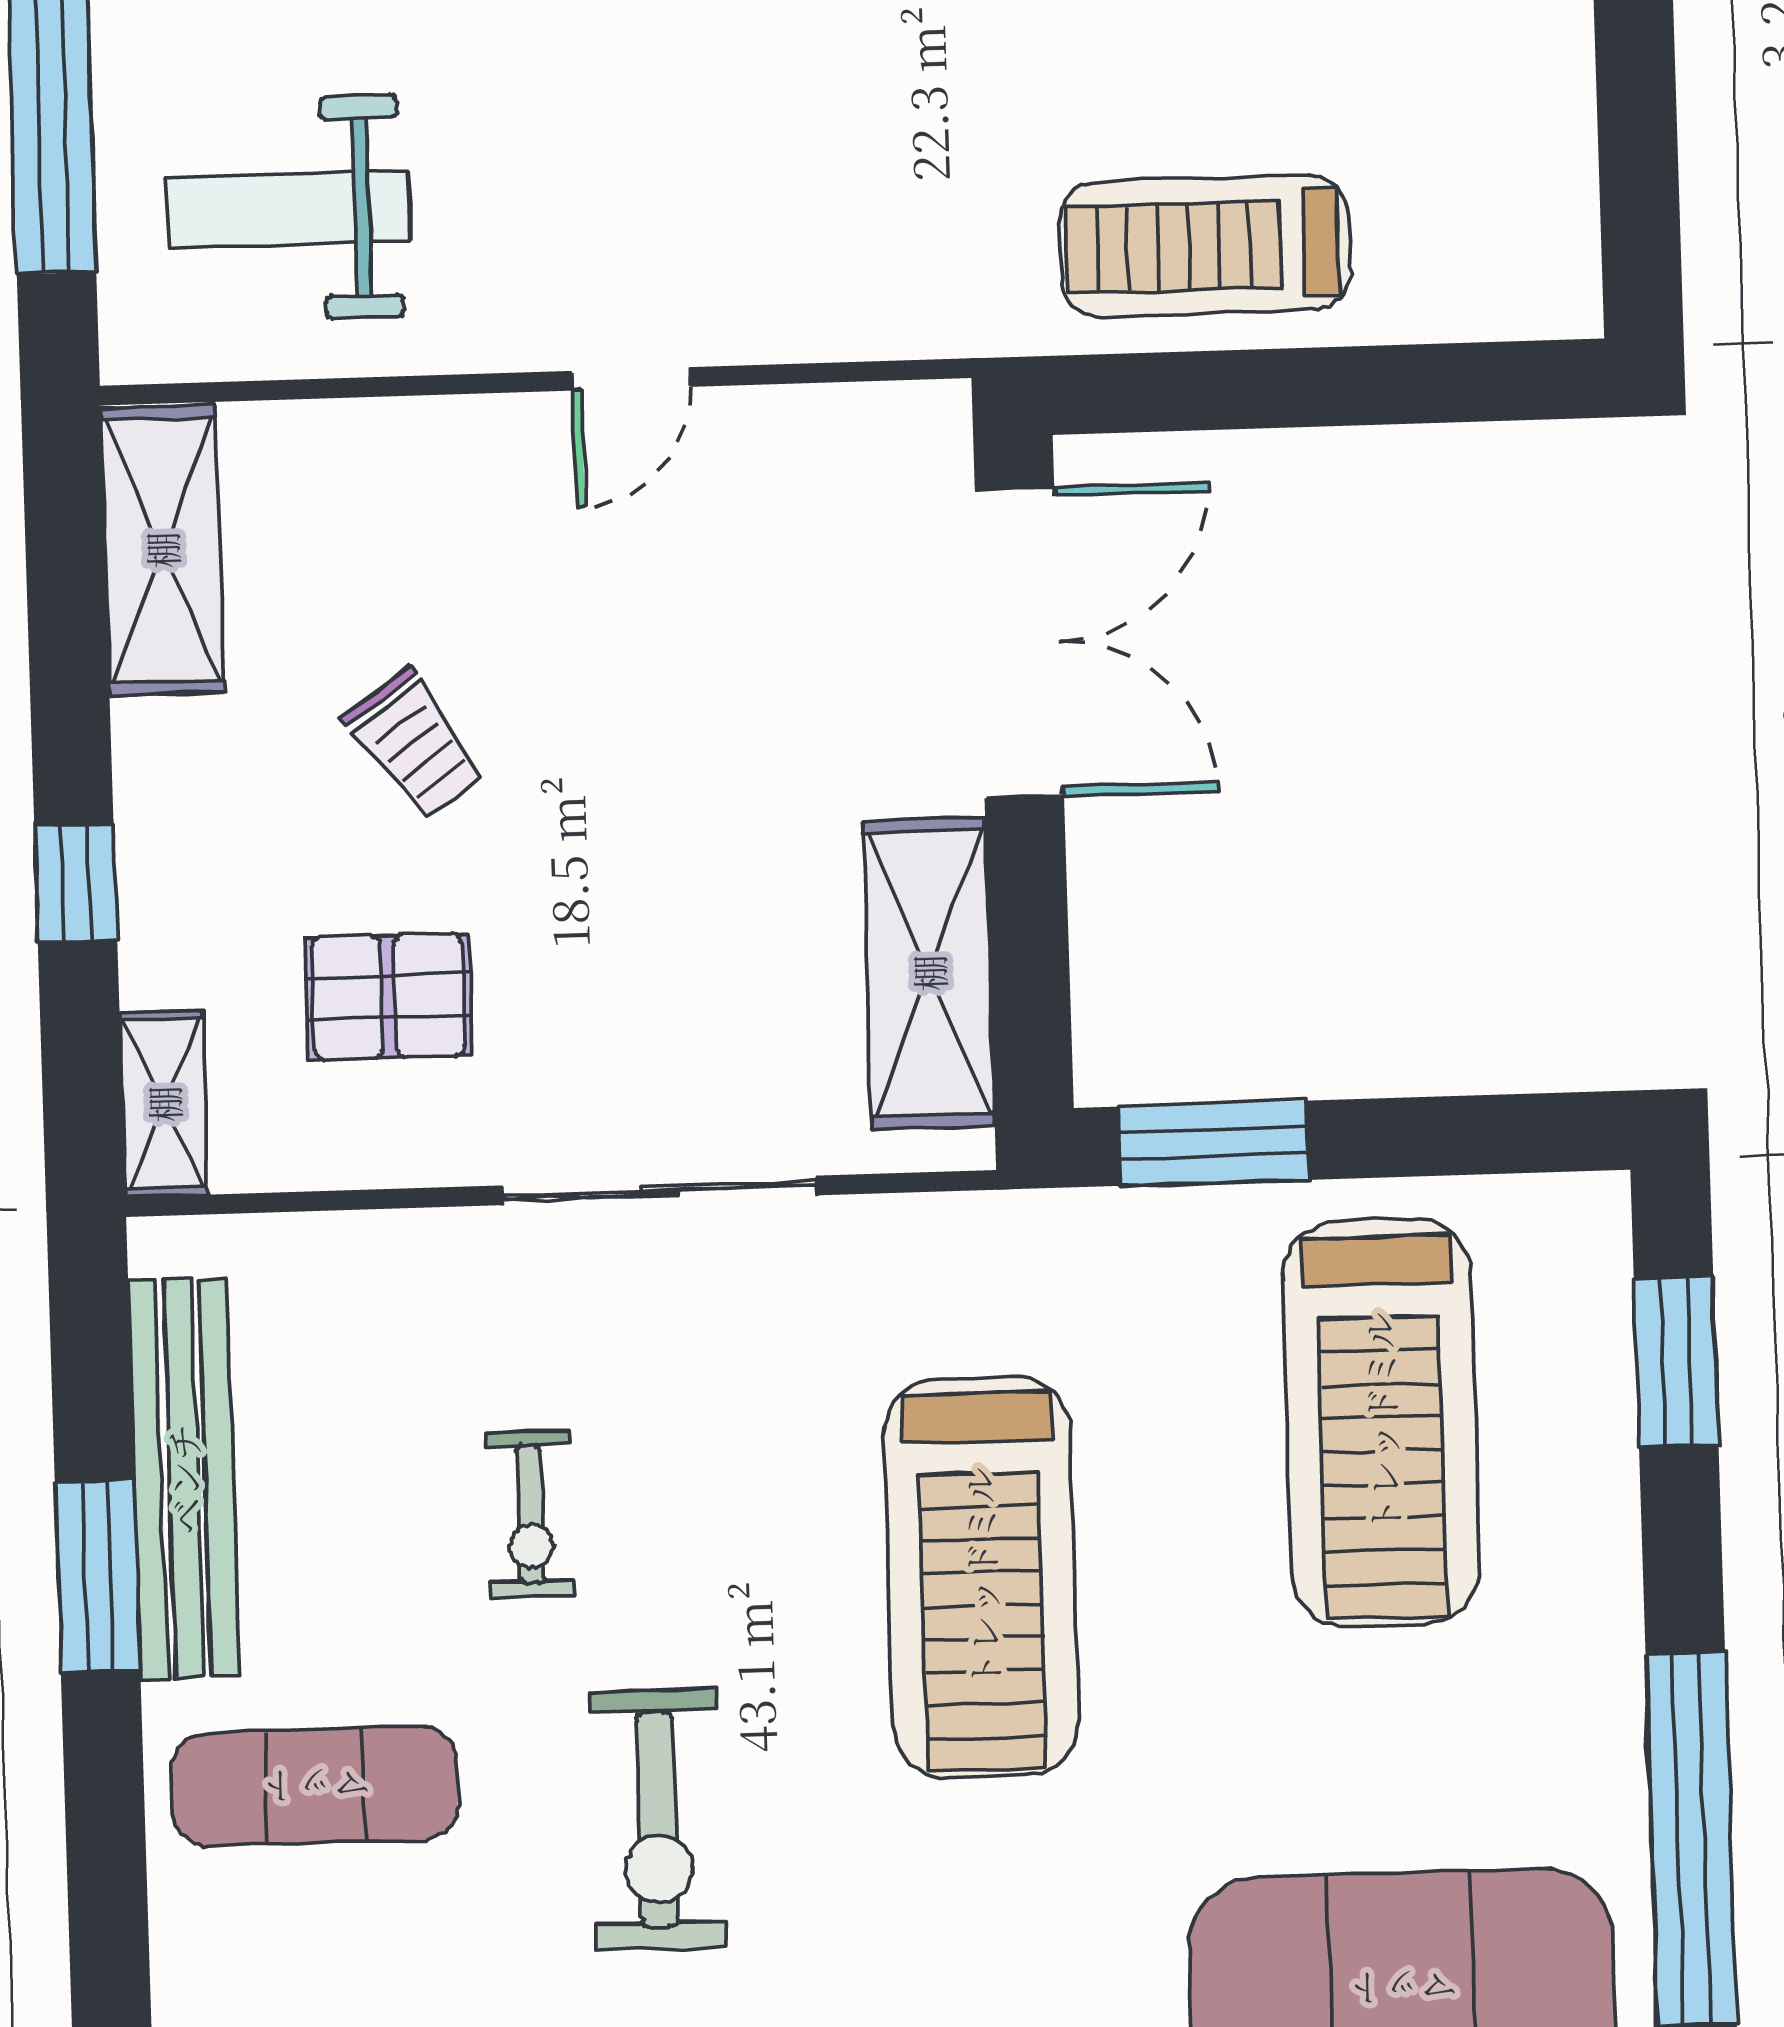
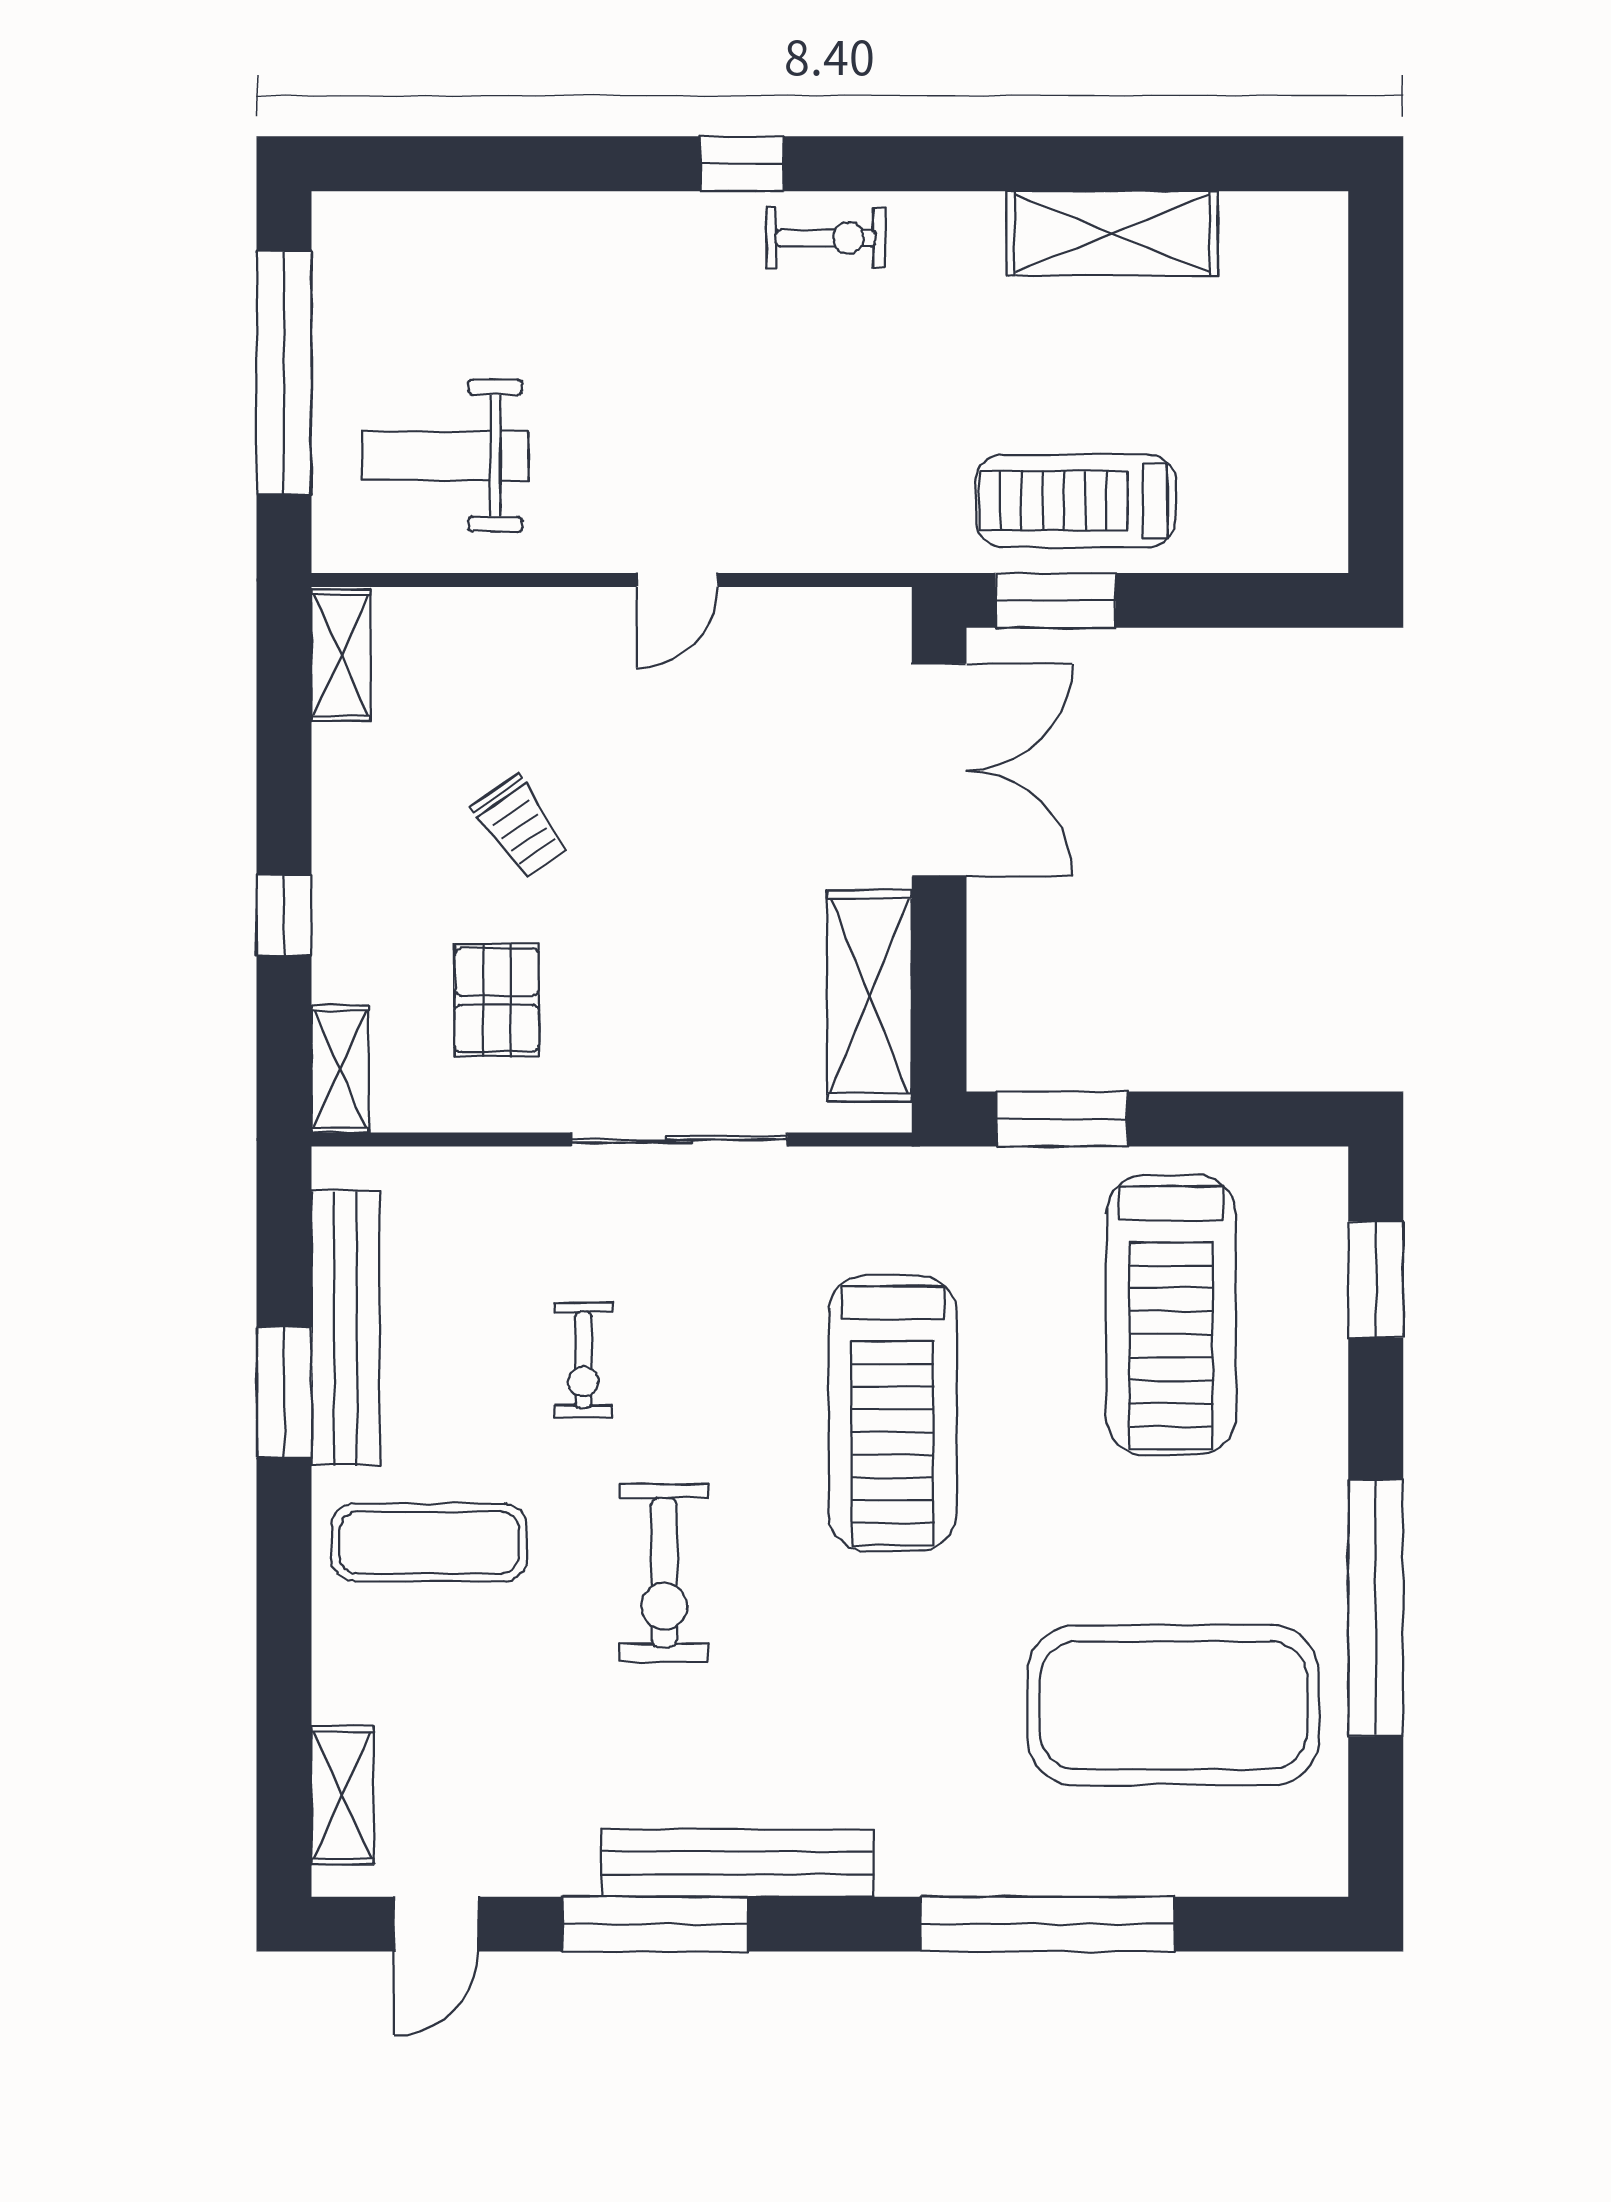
window: (1181, 391) -> (1056, 600), added
shelving: (162, 550) -> (341, 655), width x0.67, depth x0.75
pallet: (388, 996) -> (497, 1000), turned 90

